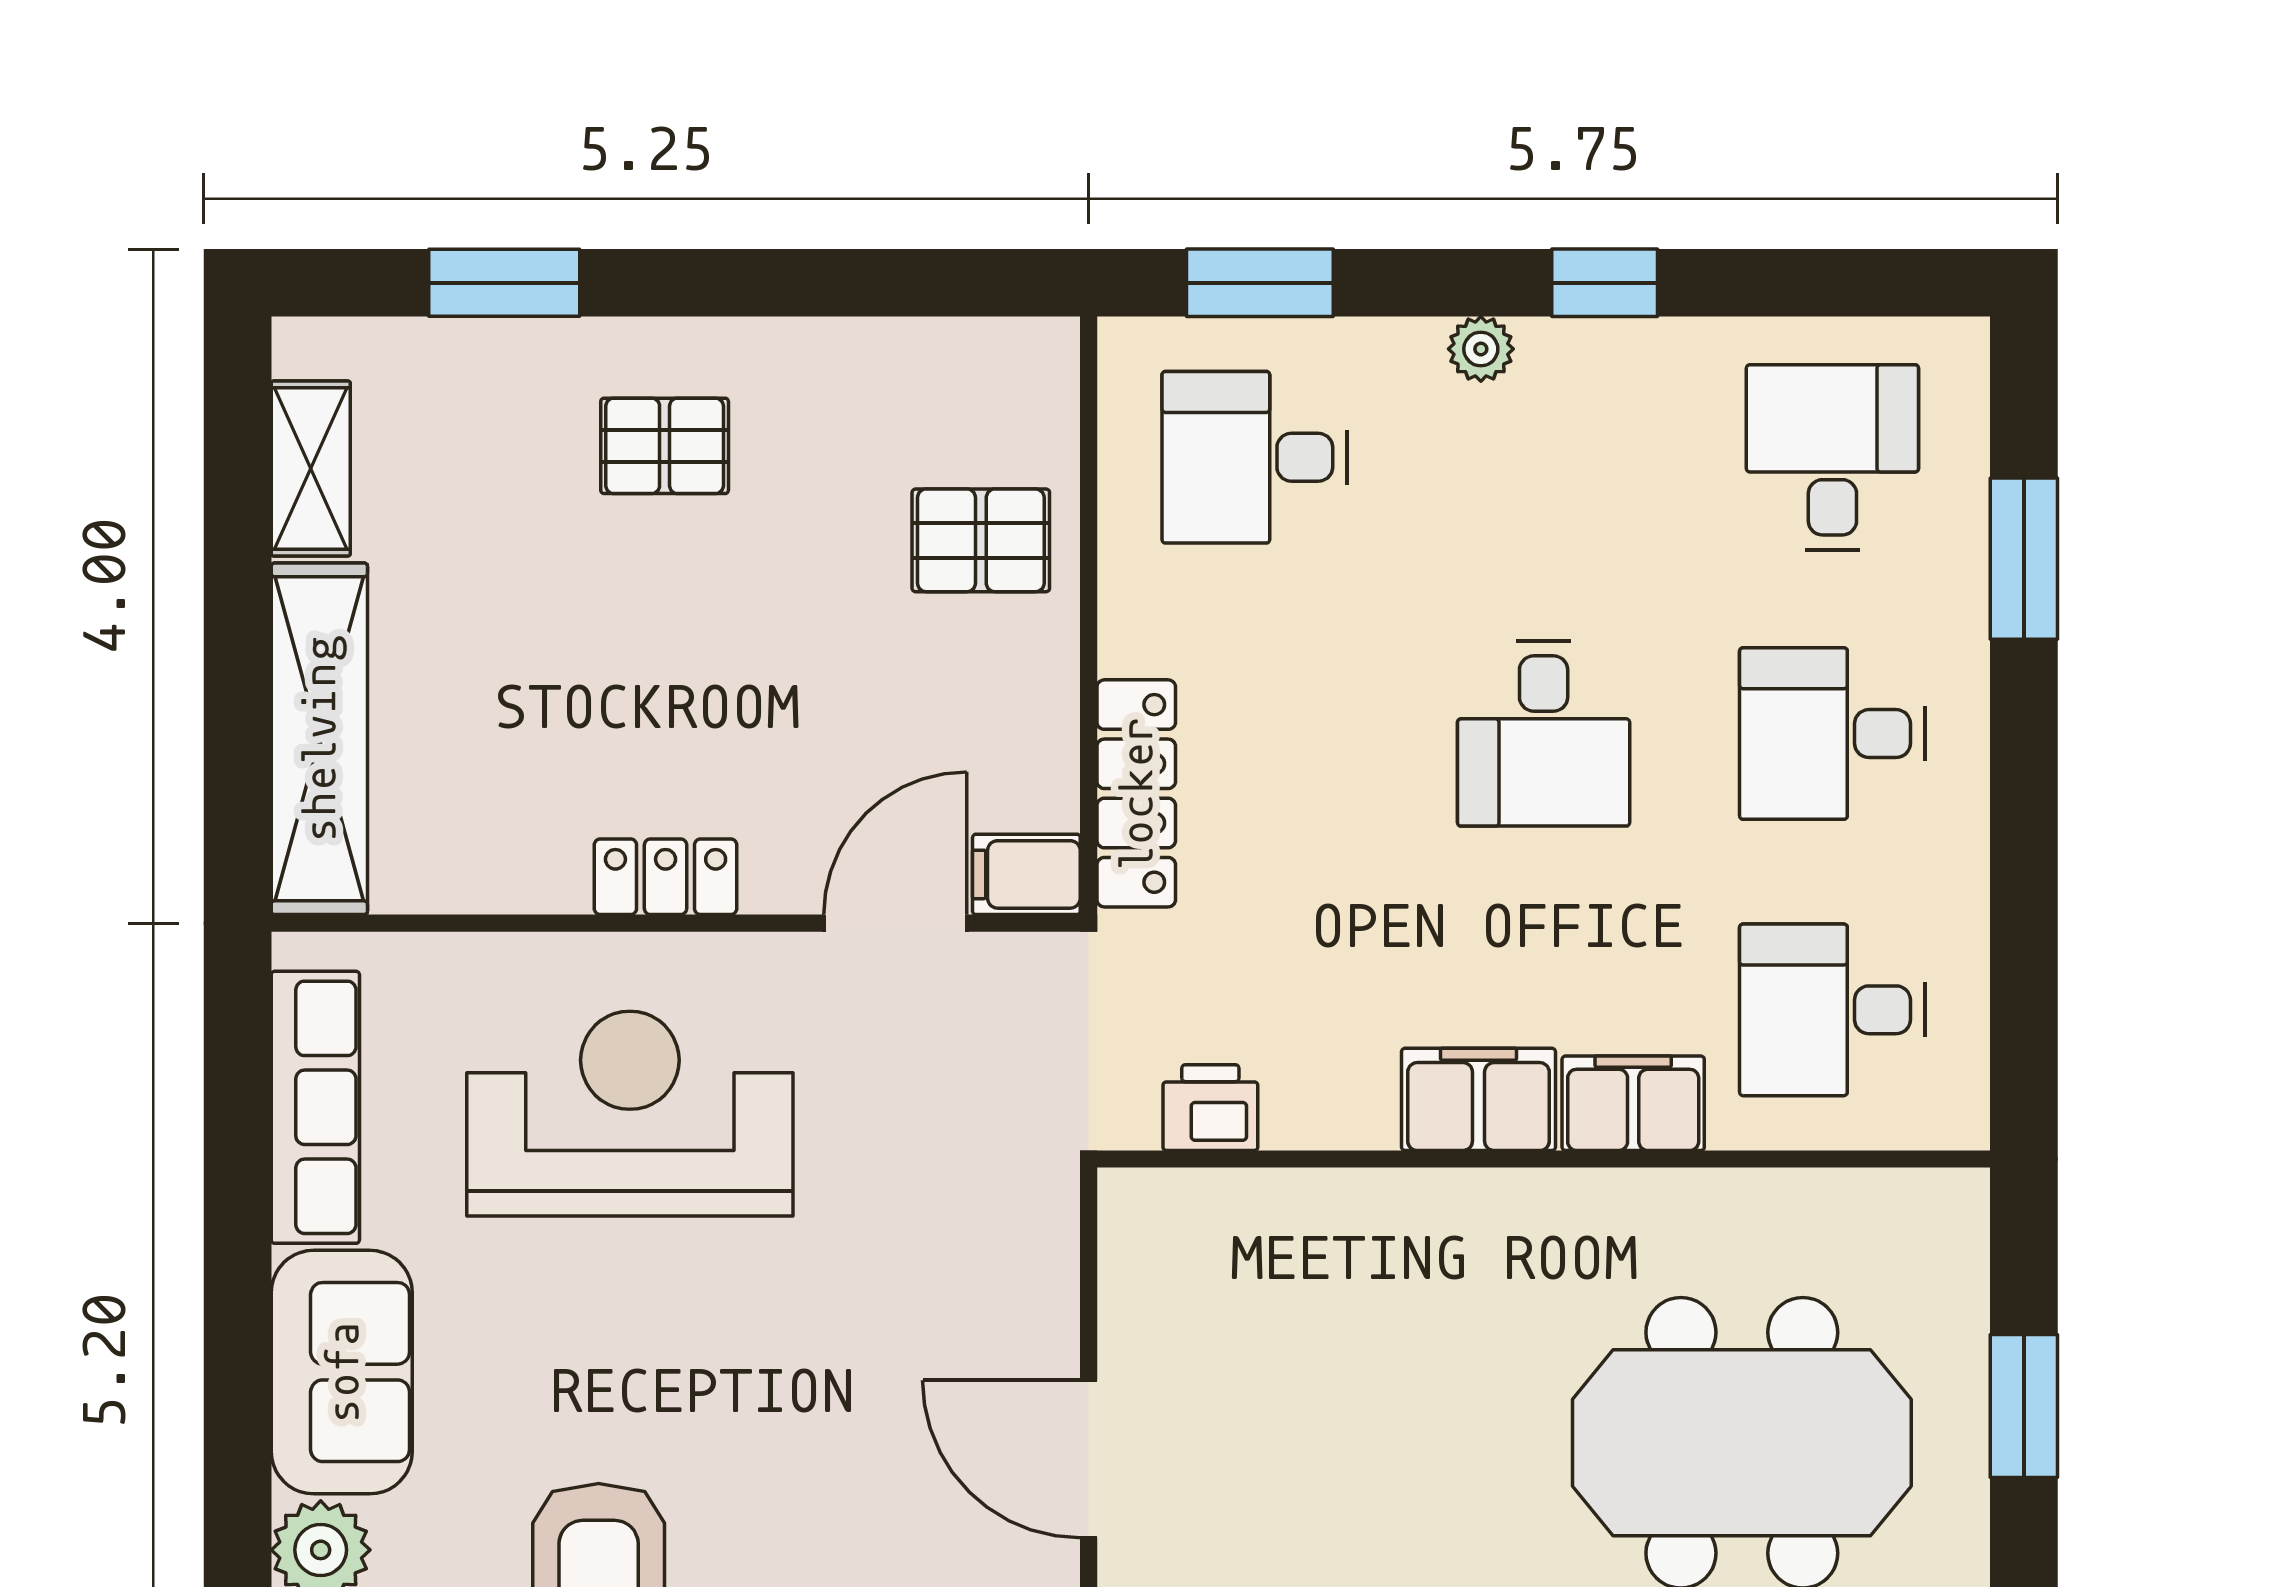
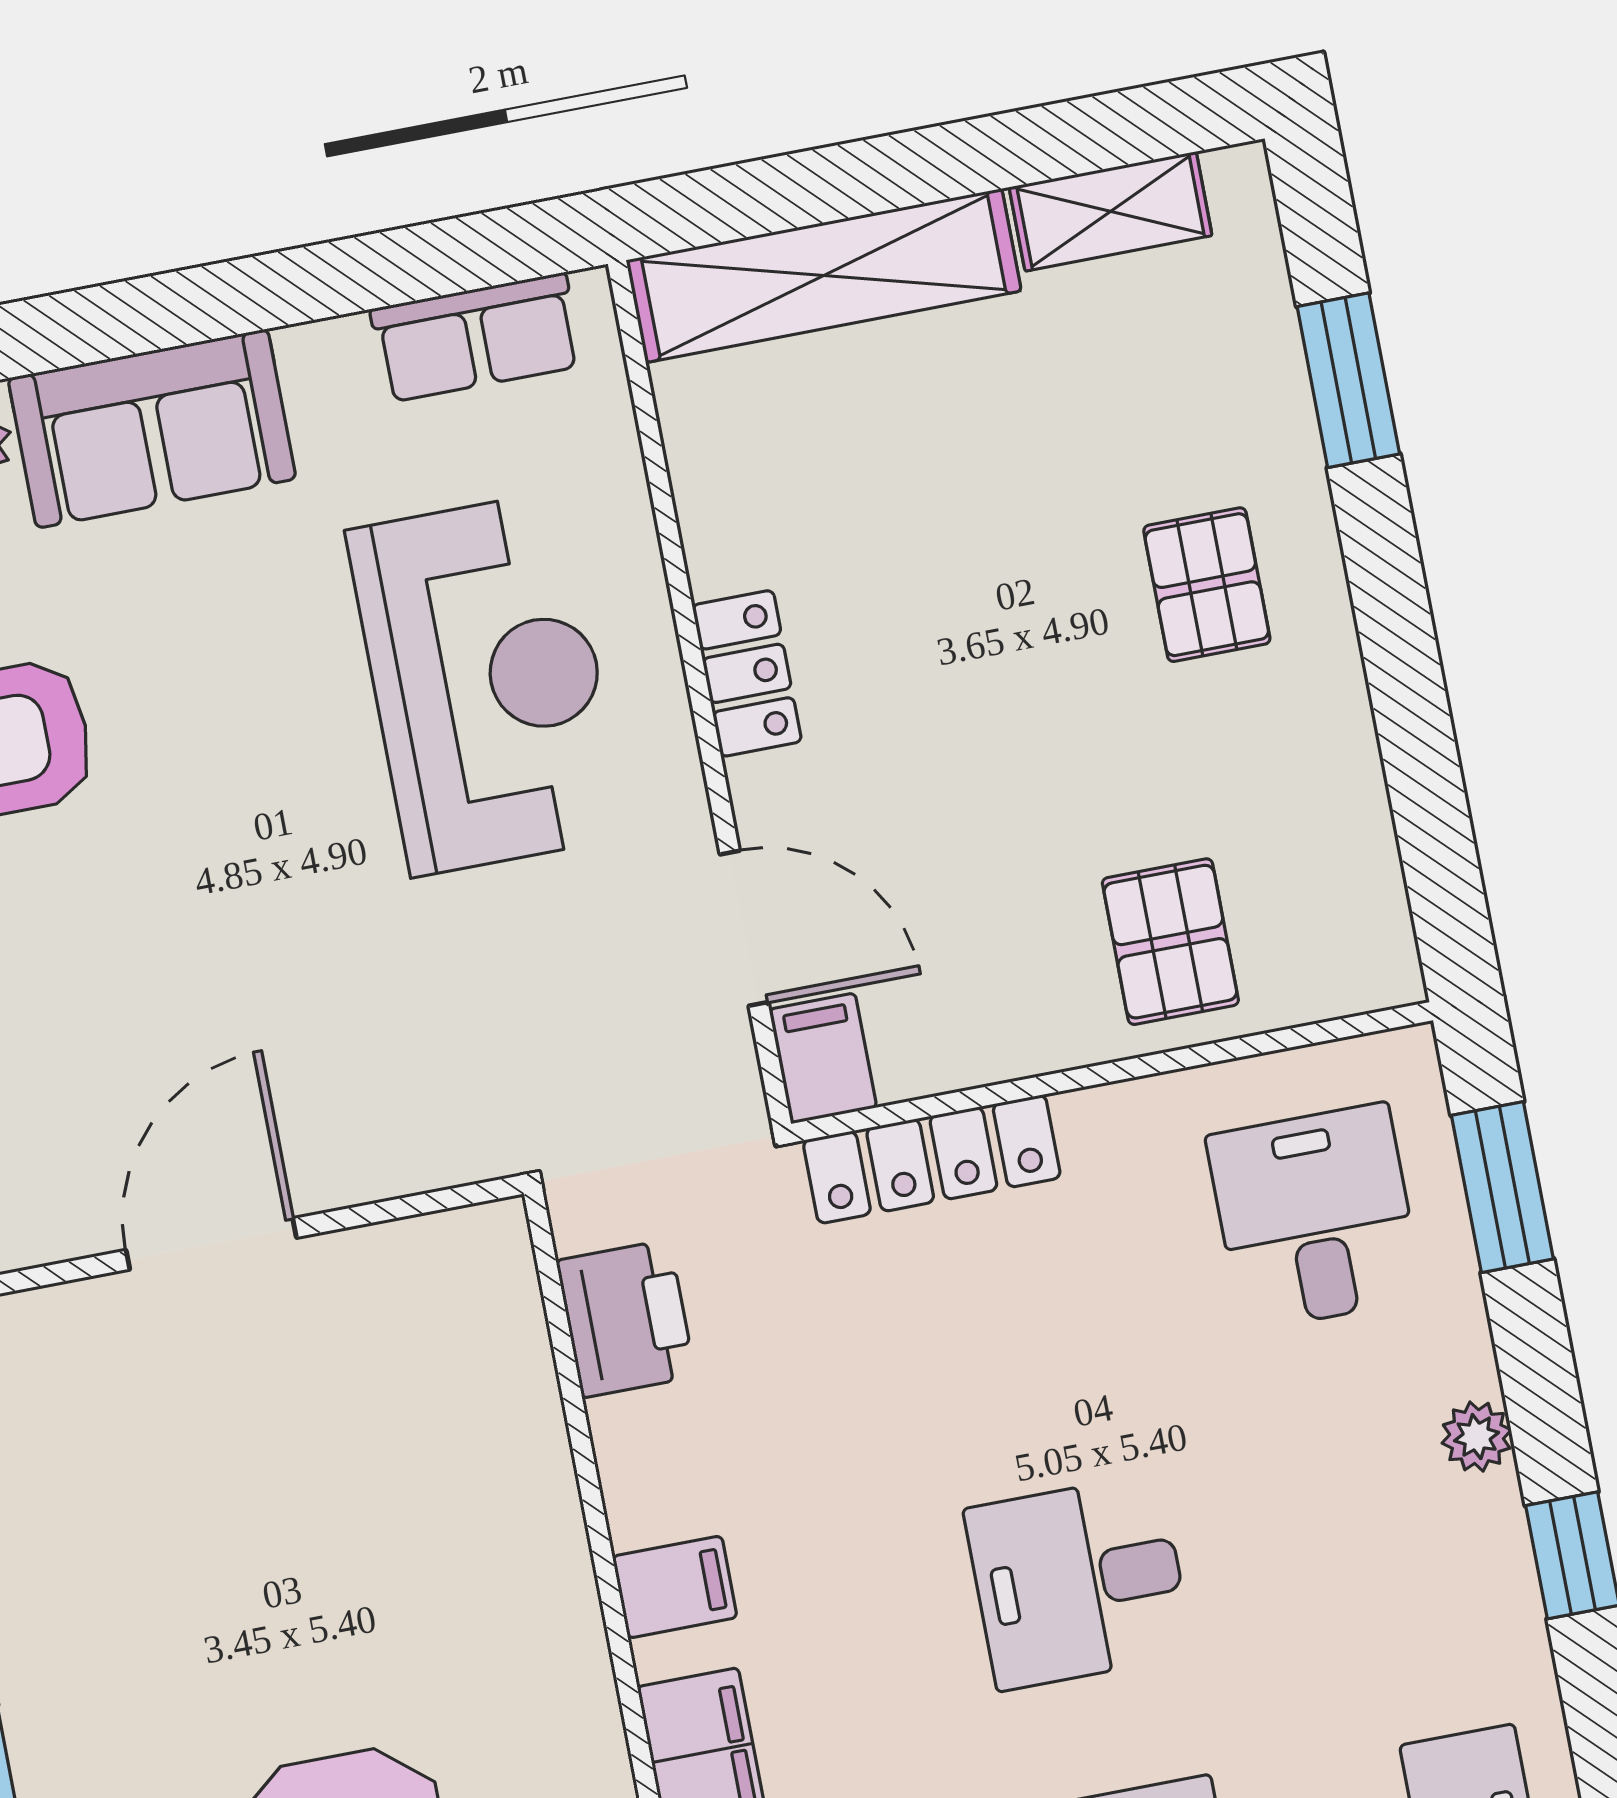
filing cabinet: (1479, 1099) -> (675, 1587), width x0.50
row of seats: (315, 1107) -> (476, 337), width x0.68
printer: (1210, 1108) -> (626, 1319), width x1.36, depth x1.24

